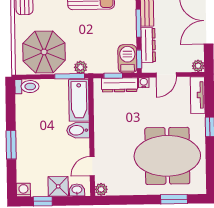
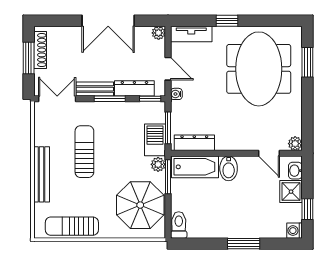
barbecue: (127, 59) -> (155, 140), moved, turned 90
window: (113, 76) -> (168, 128), width x1.50
dresser: (120, 85) -> (194, 143), moved, turned -90

